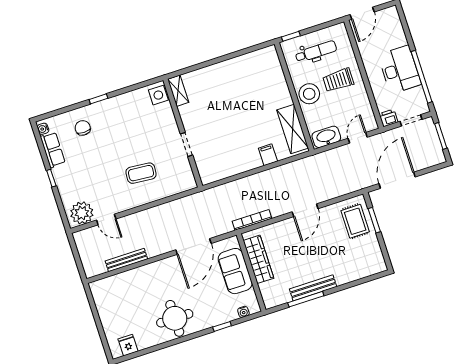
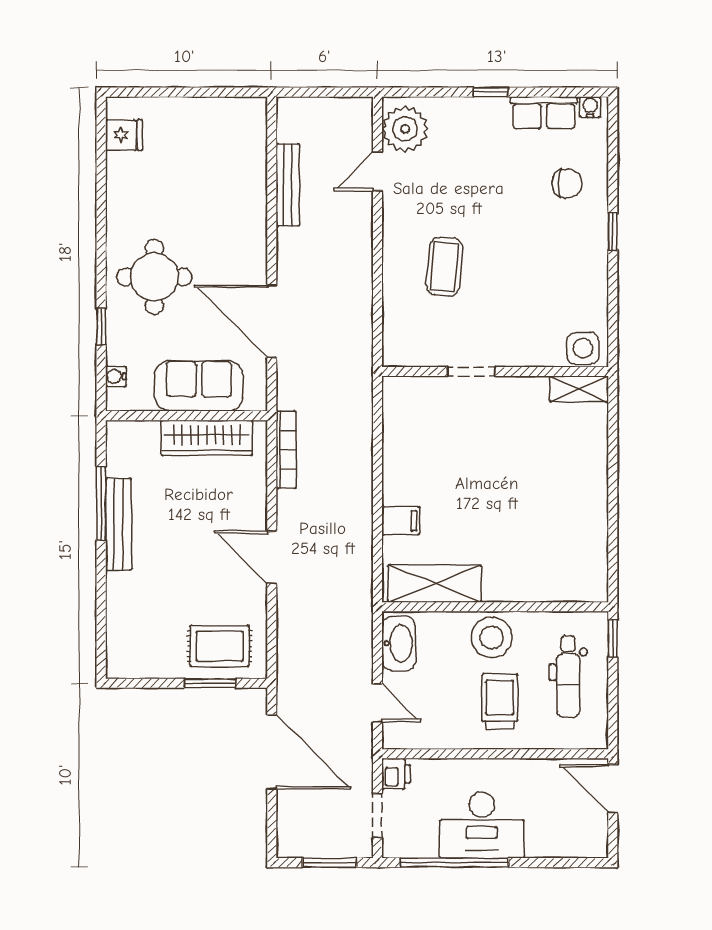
round table: (175, 318) -> (154, 277), moved

